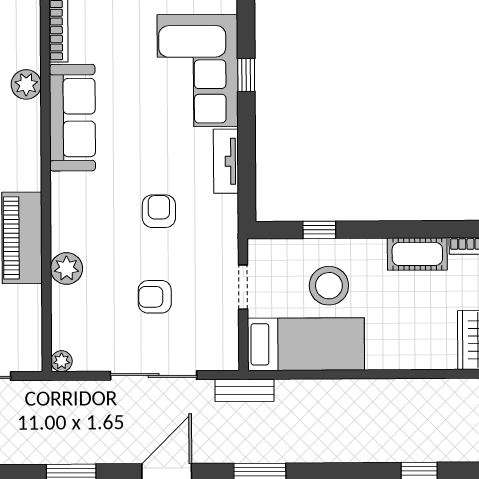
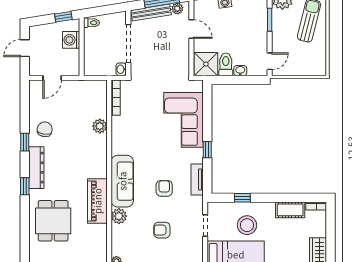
window: (246, 75) -> (207, 150), moved
sofa: (72, 118) -> (122, 181), moved
tv unit: (226, 161) -> (197, 179), moved

